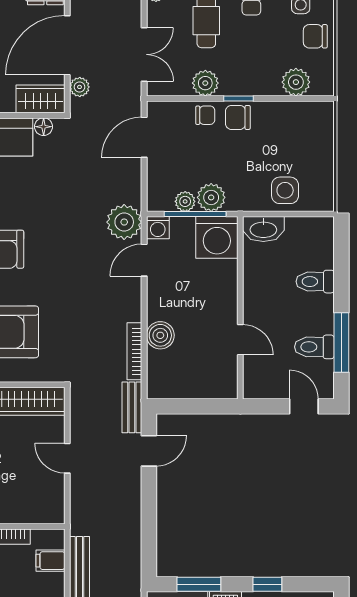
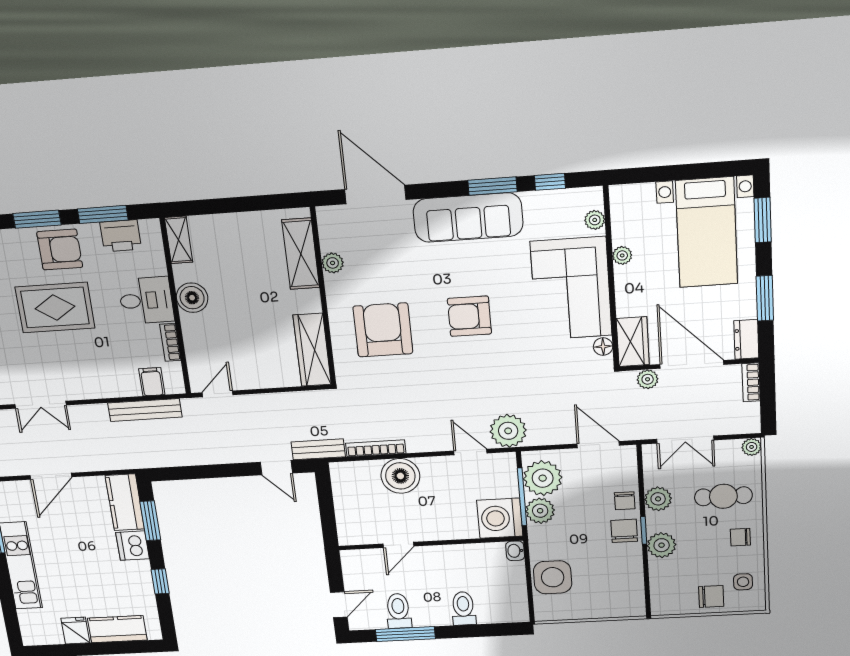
chair: (315, 36) -> (711, 596), turned 90
plant: (296, 82) -> (662, 545), moved
side table: (285, 190) -> (553, 577), width x1.37, depth x1.37
plant: (185, 201) -> (543, 478), width x1.88, depth x1.88
washing machine: (158, 228) -> (505, 463), removed
washbasin: (263, 229) -> (515, 551), width x0.52, depth x0.69
boiler: (160, 335) -> (400, 476), width x1.37, depth x1.37
door: (67, 458) -> (218, 394), moved

